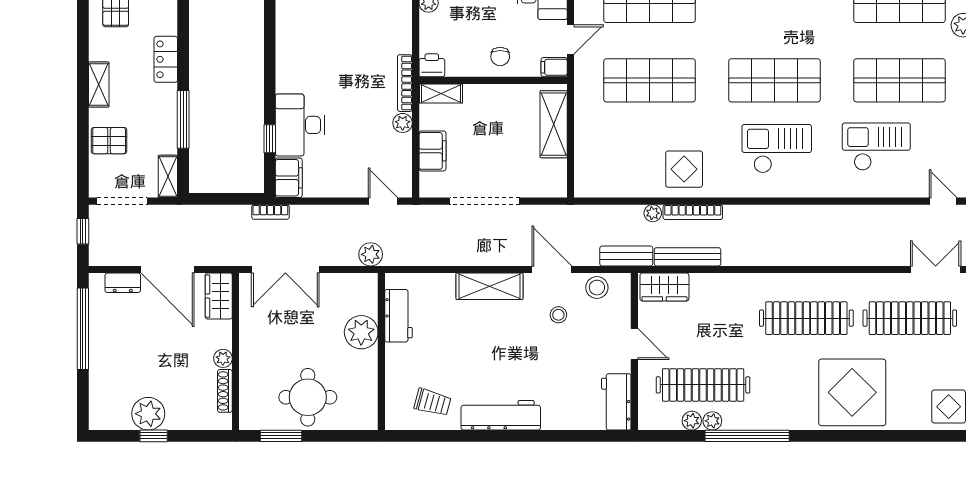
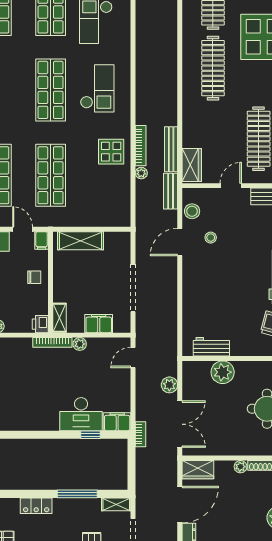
checkout: (777, 149) -> (97, 88), turned 180
plant: (371, 254) -> (169, 385), moved
shelving: (489, 286) -> (191, 285), removed

